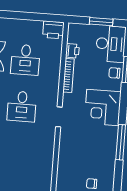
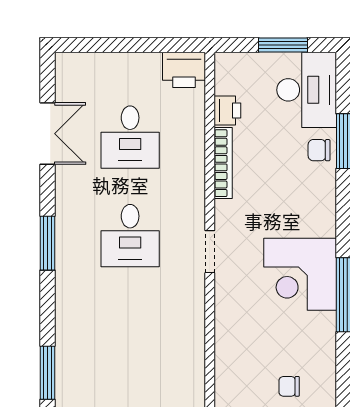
corner desk: (103, 107) -> (300, 274), moved

